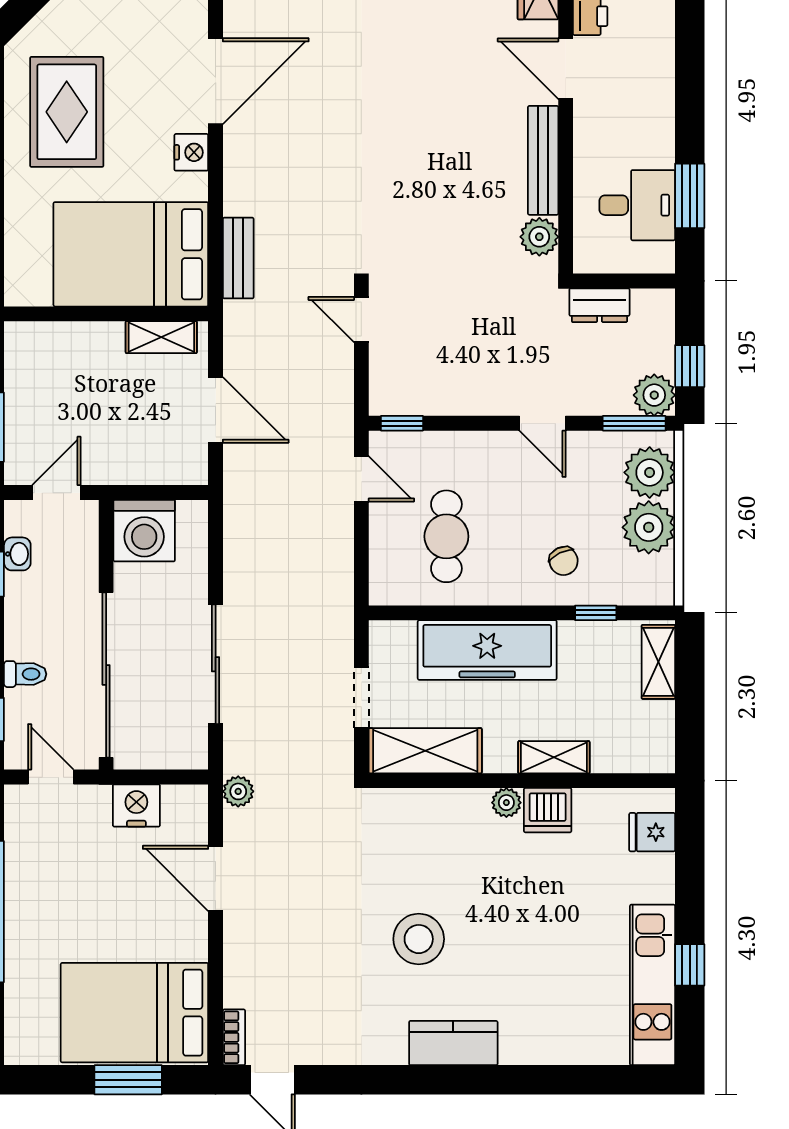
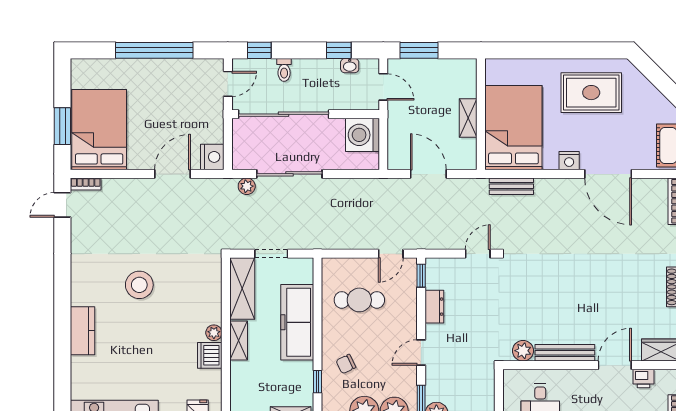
dresser: (599, 305) -> (434, 307), moved, turned 180
shelving: (161, 337) -> (468, 118), moved
door: (216, 410) -> (428, 174), swing flipped
shelving: (554, 757) -> (239, 340), moved
plant: (238, 791) -> (247, 186), moved
nightstand: (136, 805) -> (212, 157), moved
kitchen counter: (453, 1043) -> (82, 331), moved

